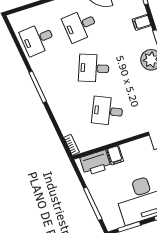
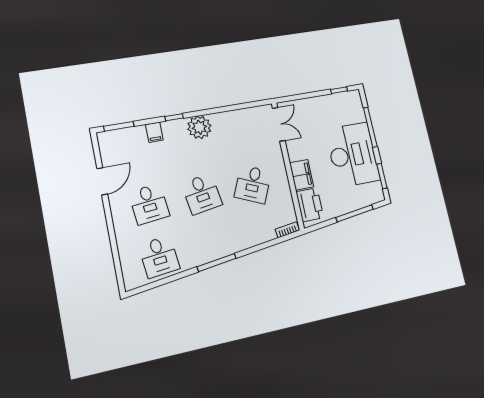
desk: (94, 68) -> (202, 194), turned -30
filing cabinet: (115, 155) -> (302, 175), width x2.00

